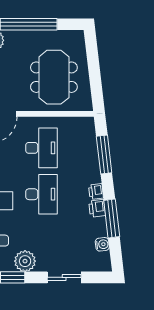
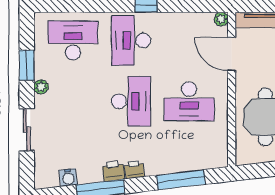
desk: (41, 194) -> (131, 101), turned -90
plant: (25, 261) -> (41, 87), width x0.53, depth x0.53

